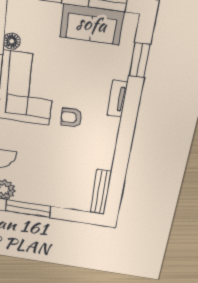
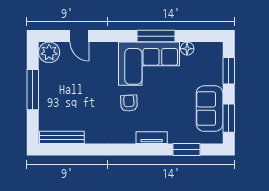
window: (28, 209) -> (33, 90), moved

